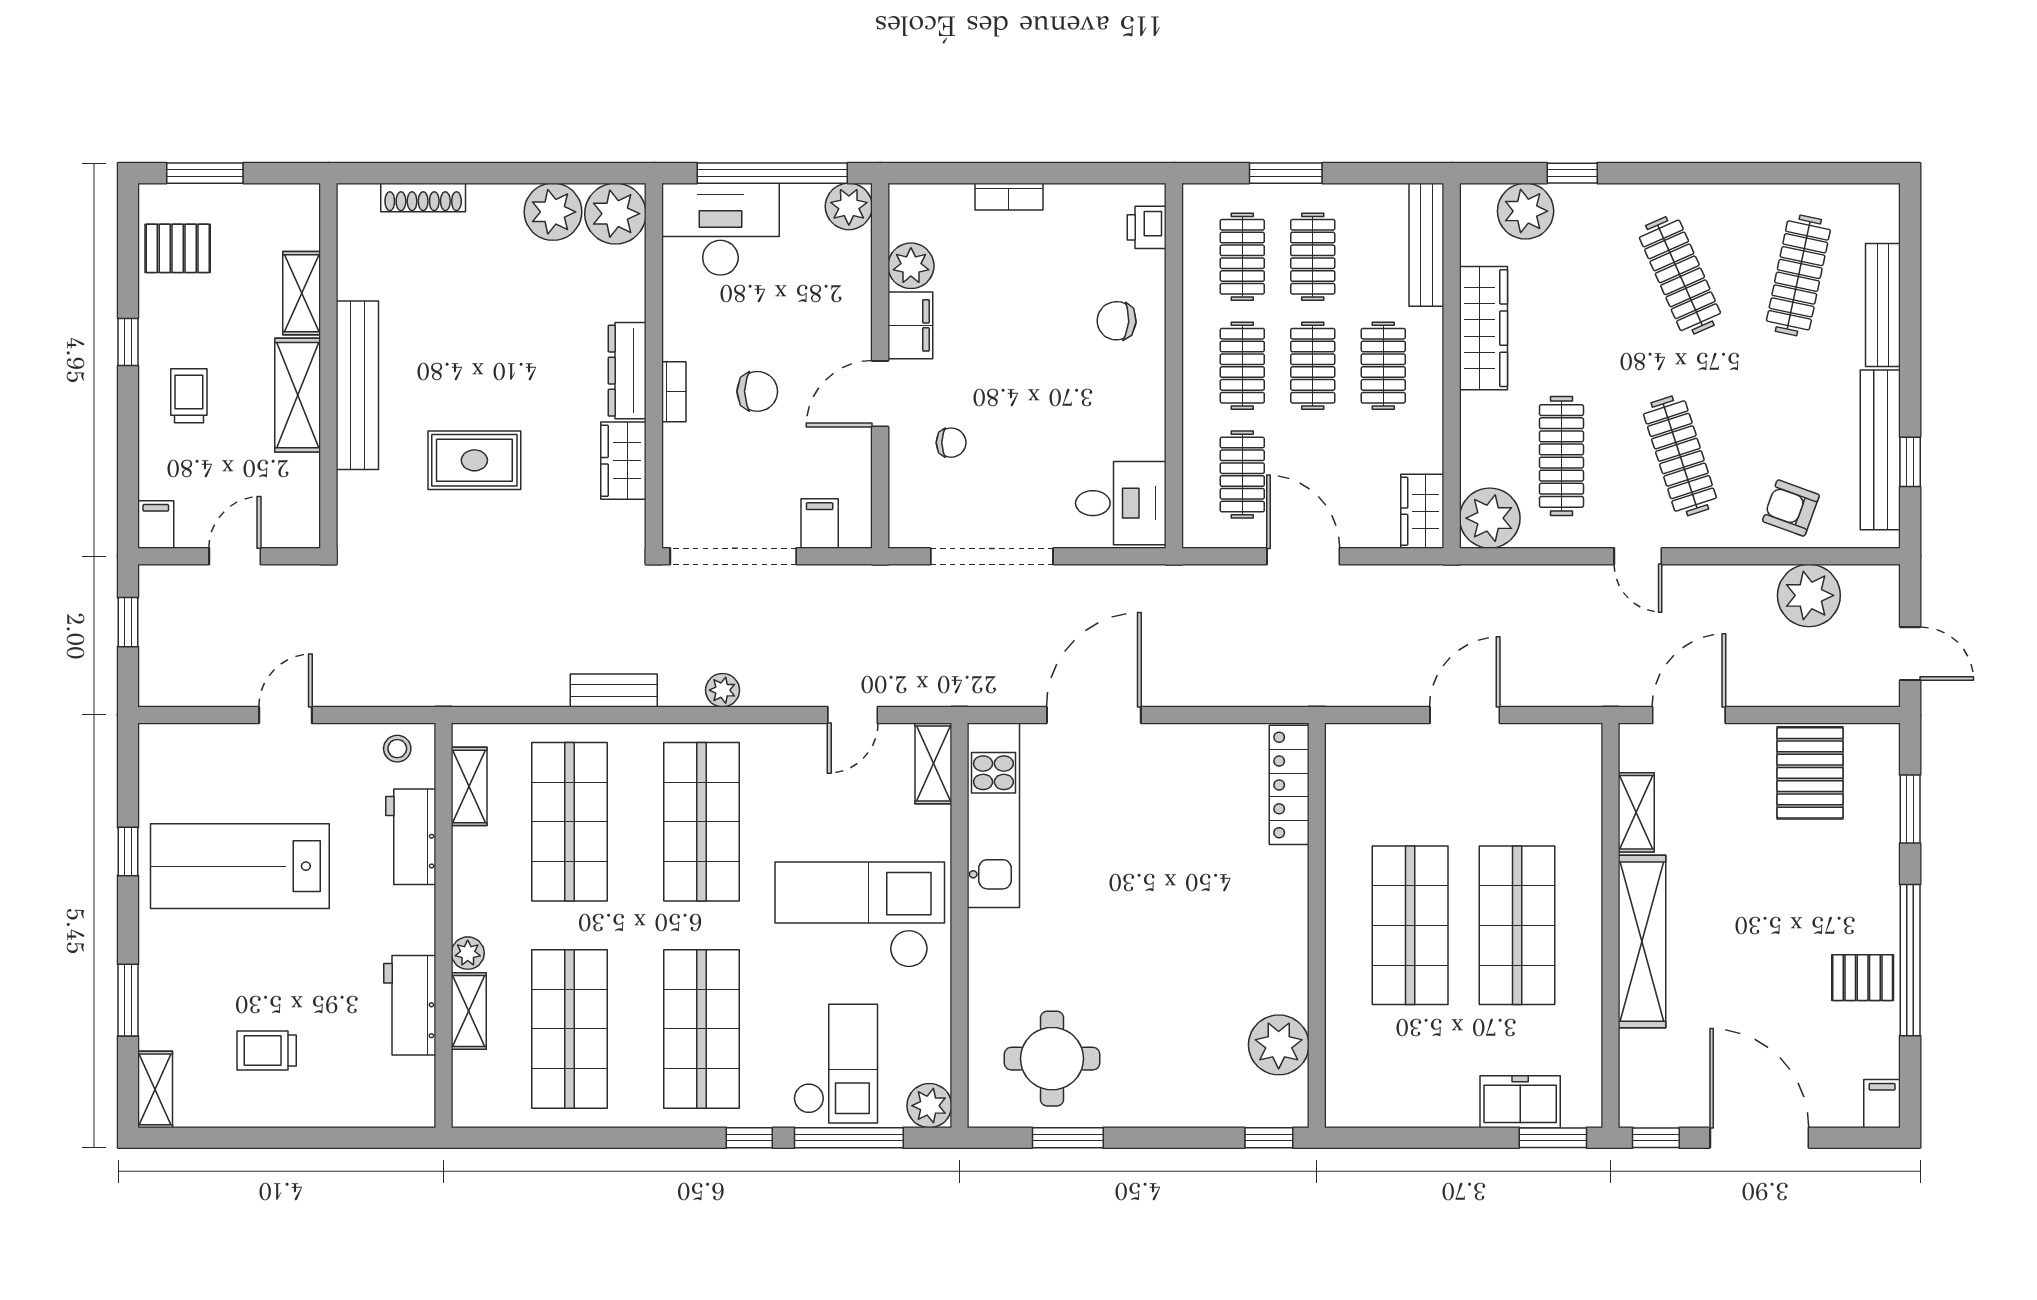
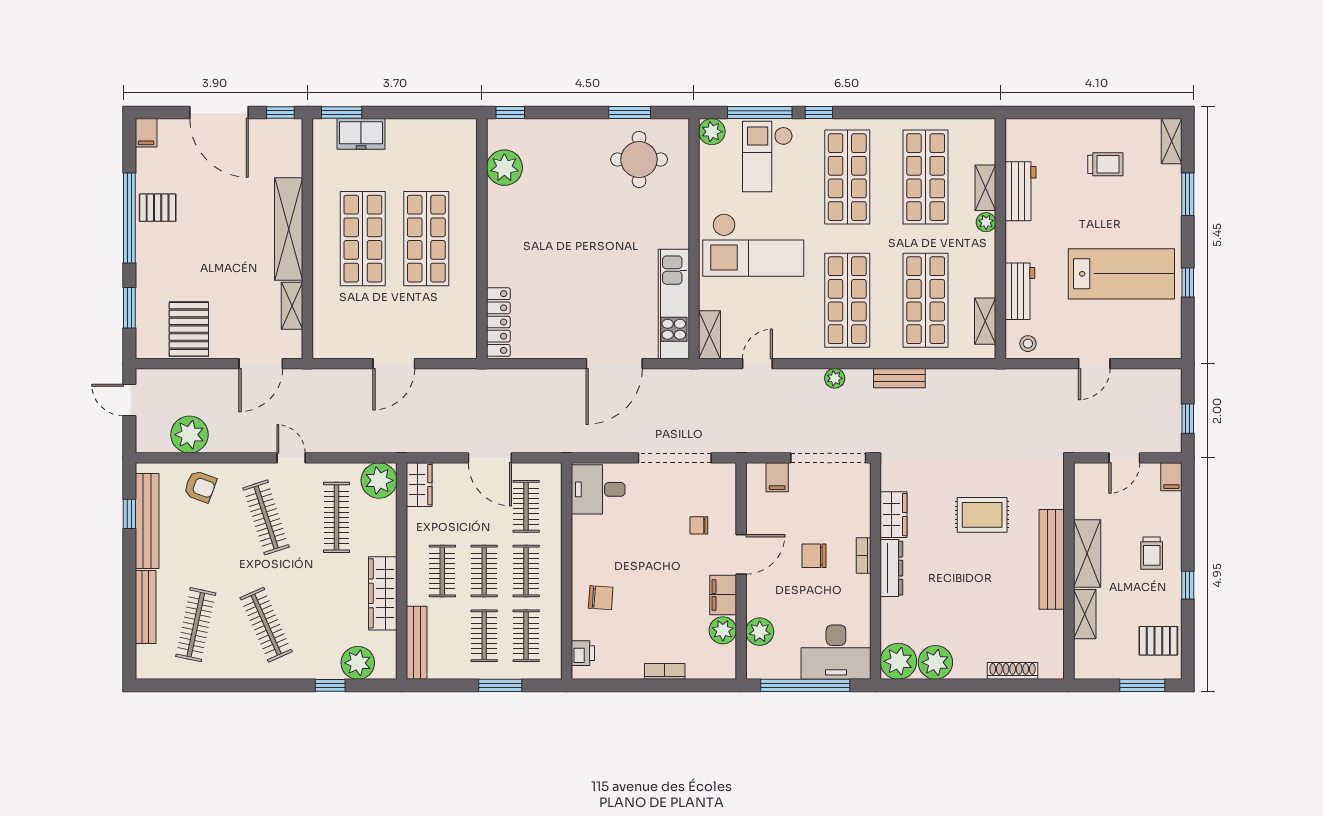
plant: (849, 206) -> (760, 632), moved

